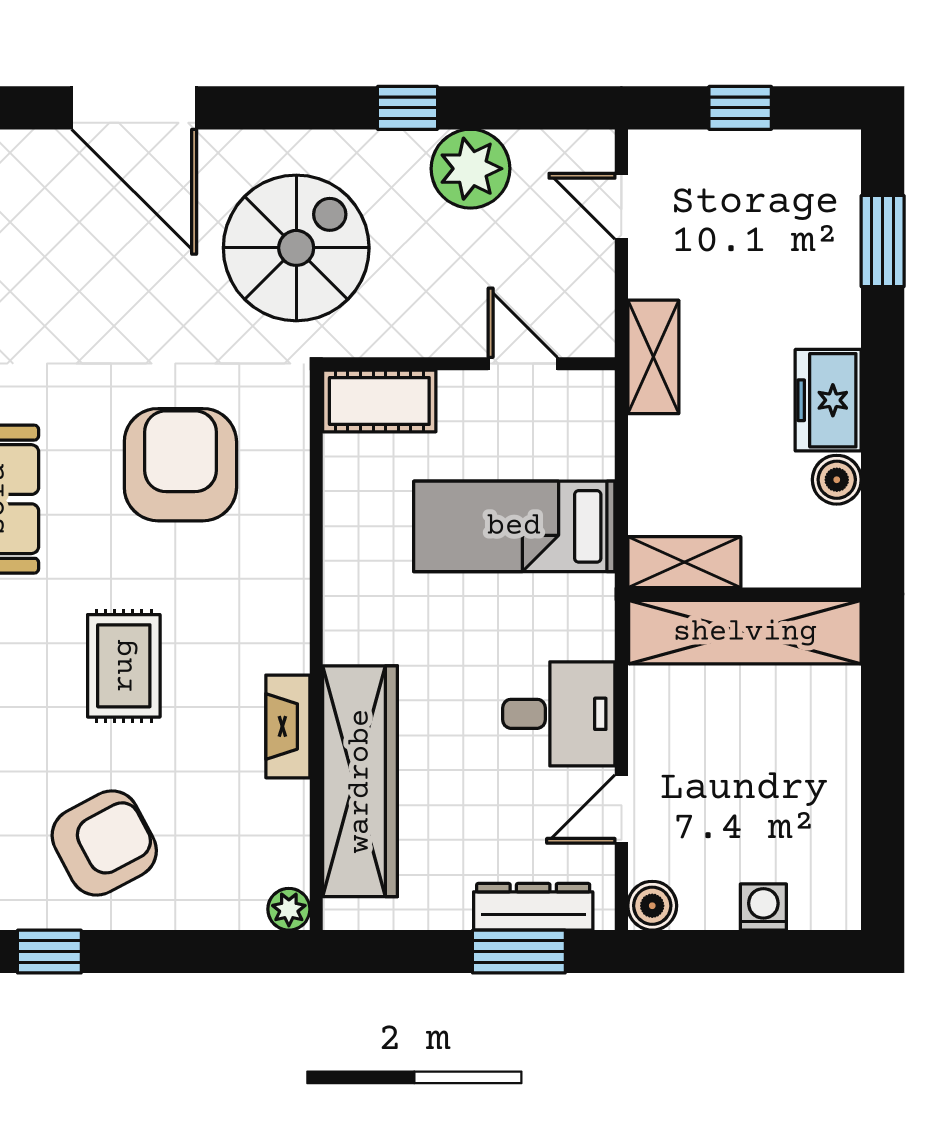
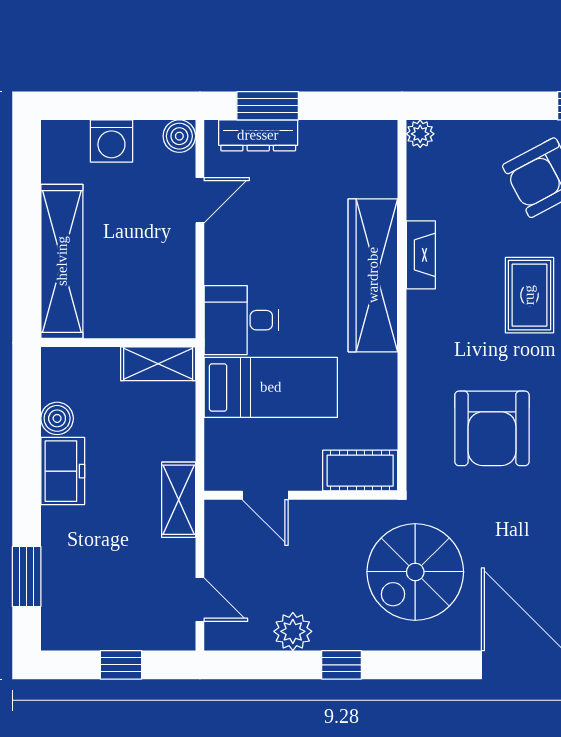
plant: (470, 169) -> (293, 631), width x0.73, depth x0.73
shelving: (745, 632) -> (62, 261), moved, turned 90
desk: (559, 714) -> (241, 320), moved
wardrobe: (360, 781) -> (373, 275), moved
washing machine: (763, 907) -> (111, 141), width x1.38, depth x1.38

